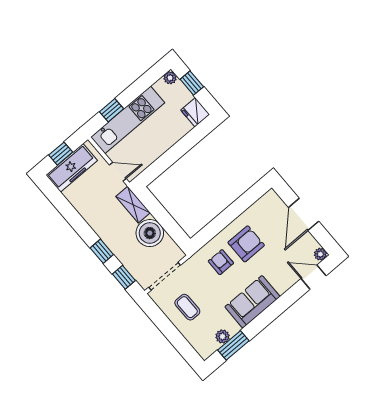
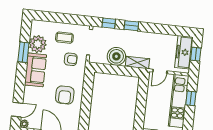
armchair: (221, 262) -> (71, 59), moved
plant: (223, 336) -> (38, 44), width x1.88, depth x1.88
window: (233, 345) -> (23, 52), moved

